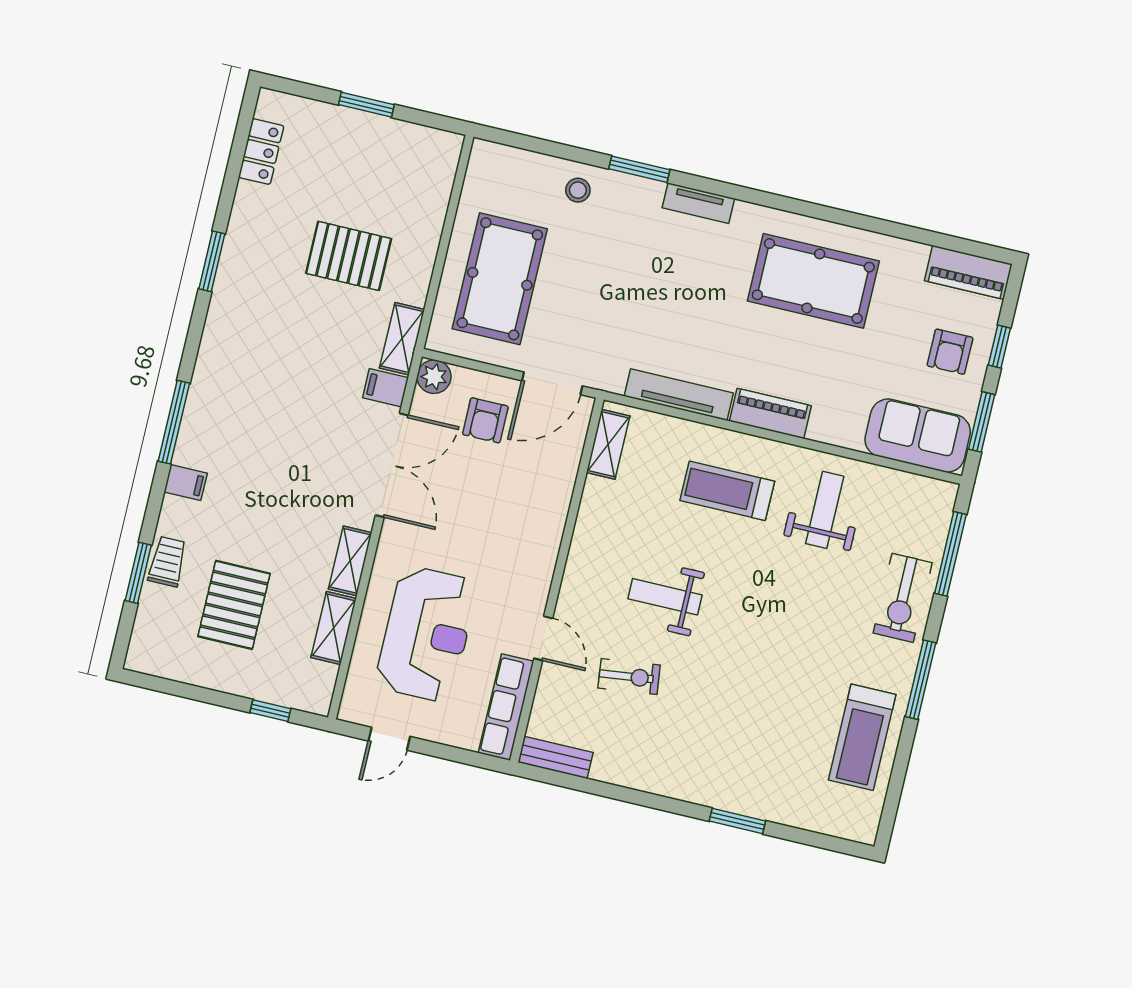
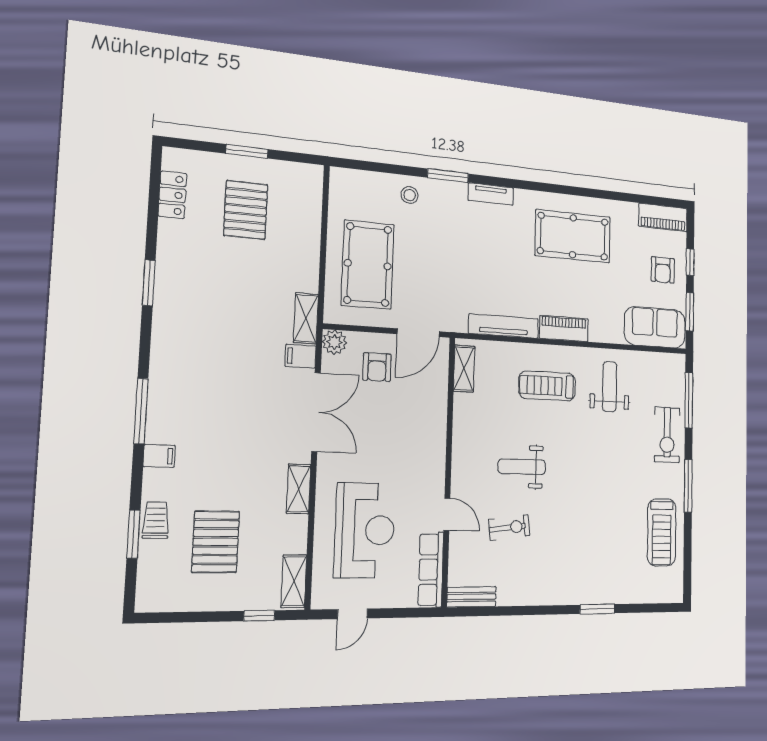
pallet: (349, 256) -> (246, 210), moved, turned 90
shelving: (334, 628) -> (294, 581), moved

